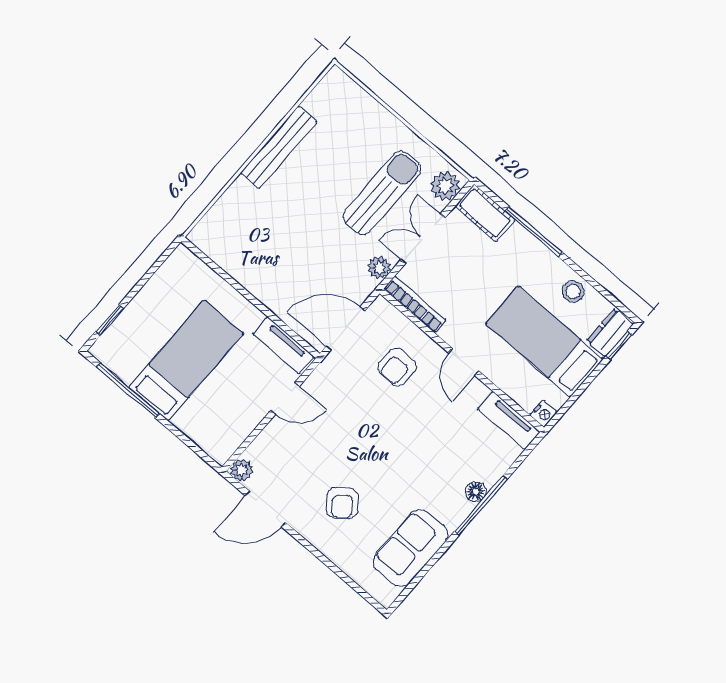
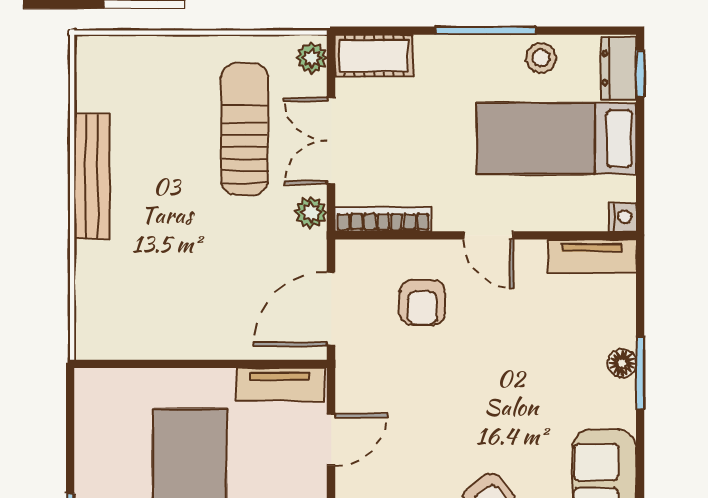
plant: (445, 186) -> (312, 58), width x0.73, depth x0.73
window: (534, 232) -> (485, 31), moved
window: (481, 505) -> (640, 373), width x0.69

